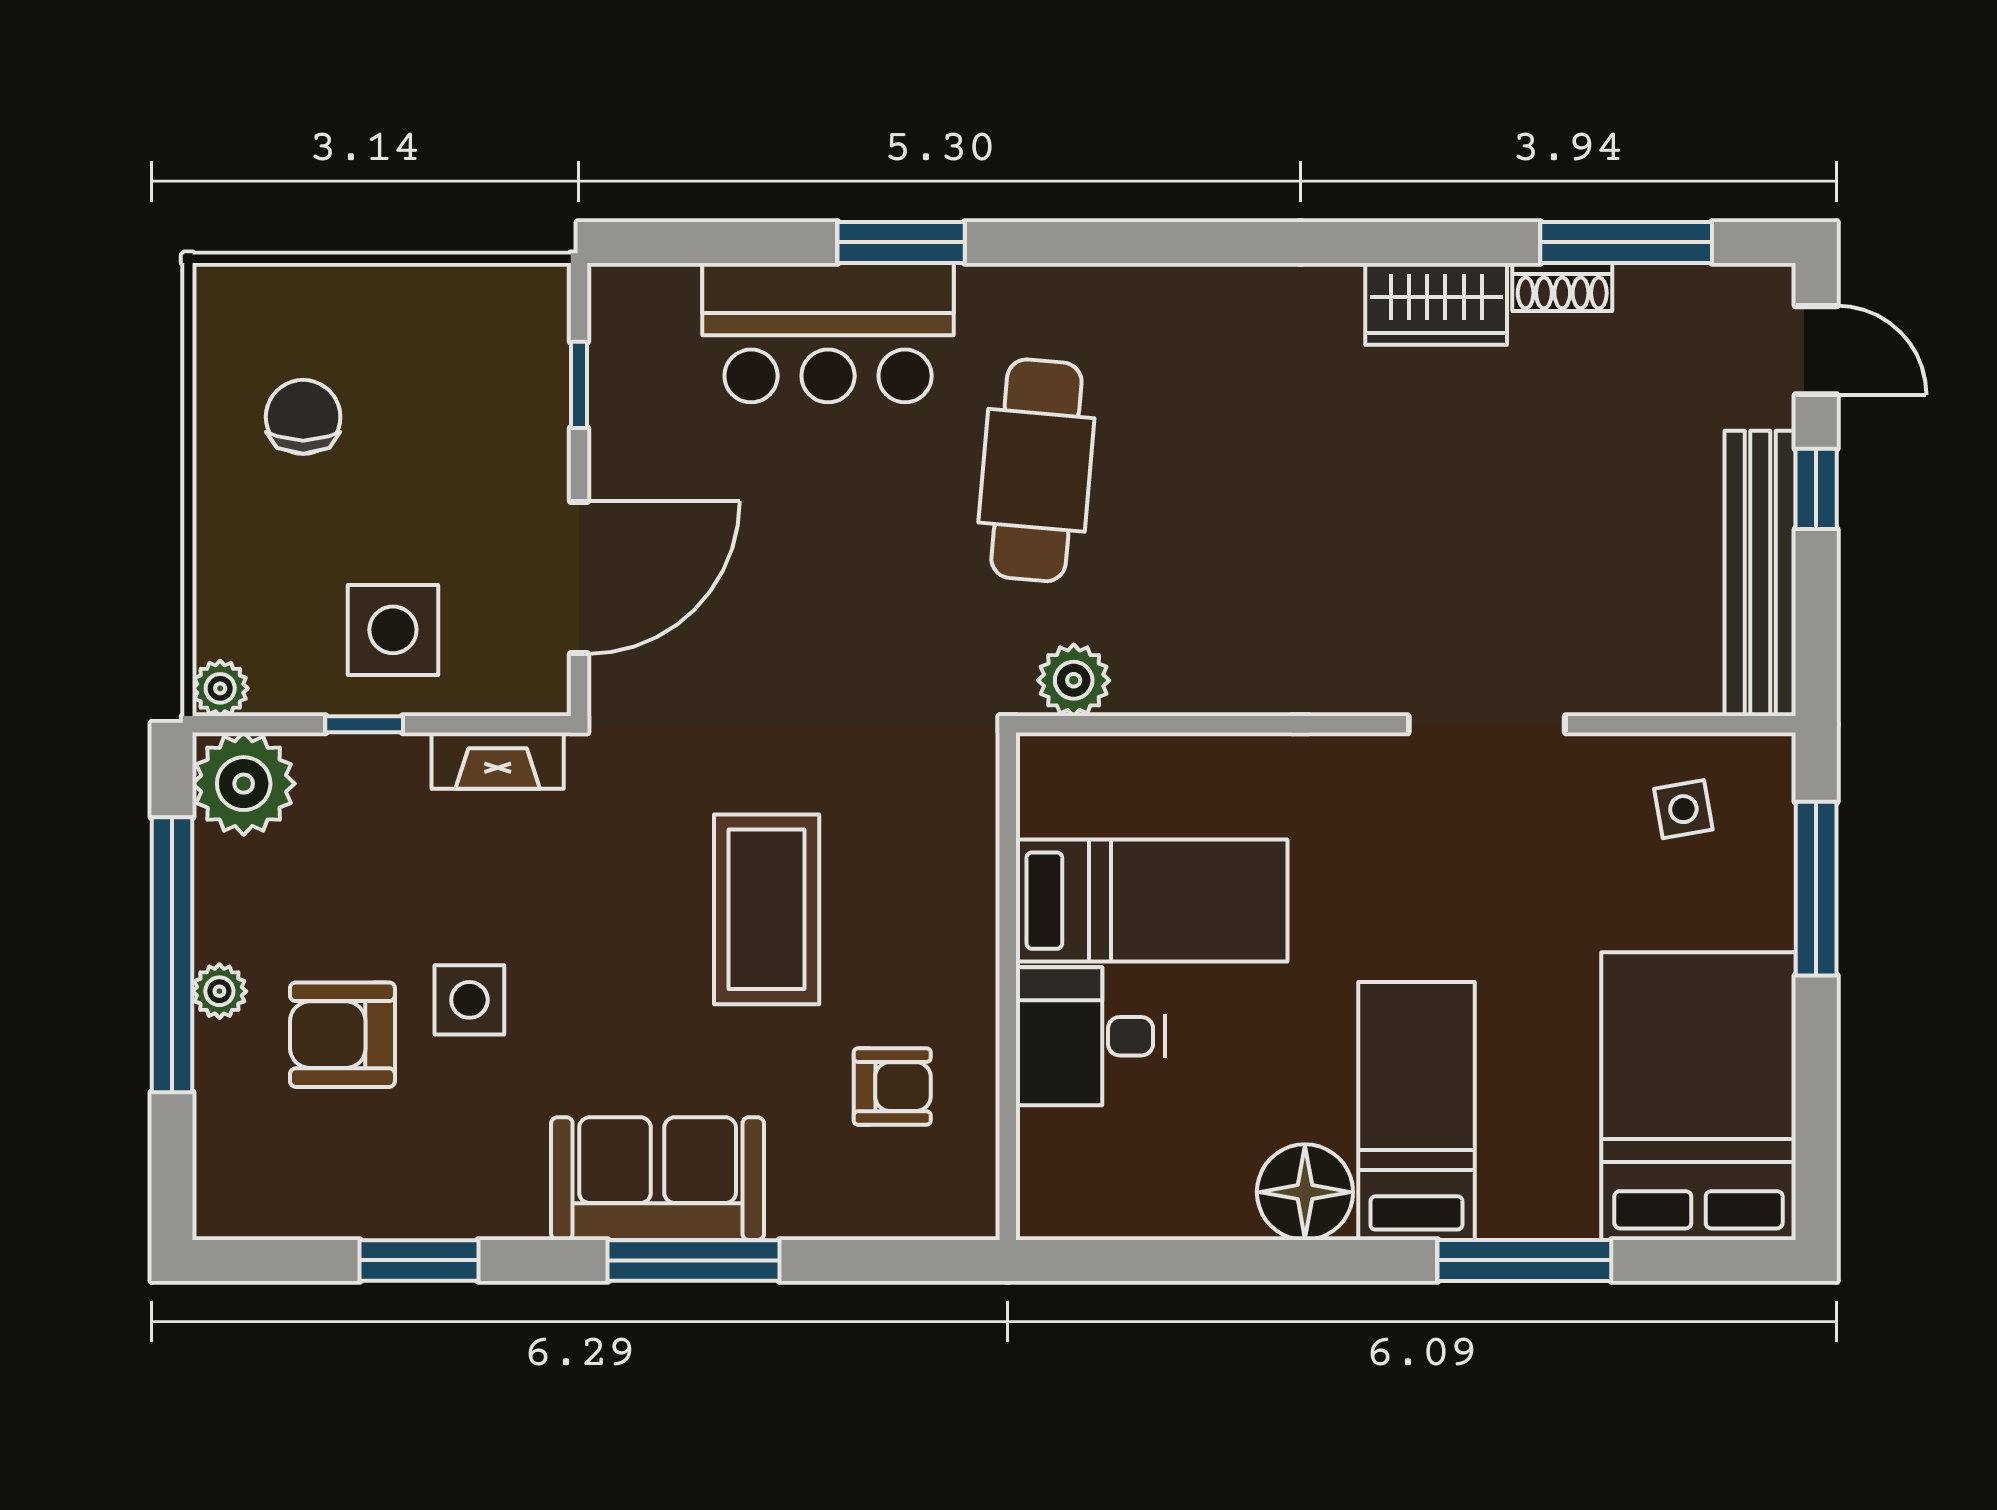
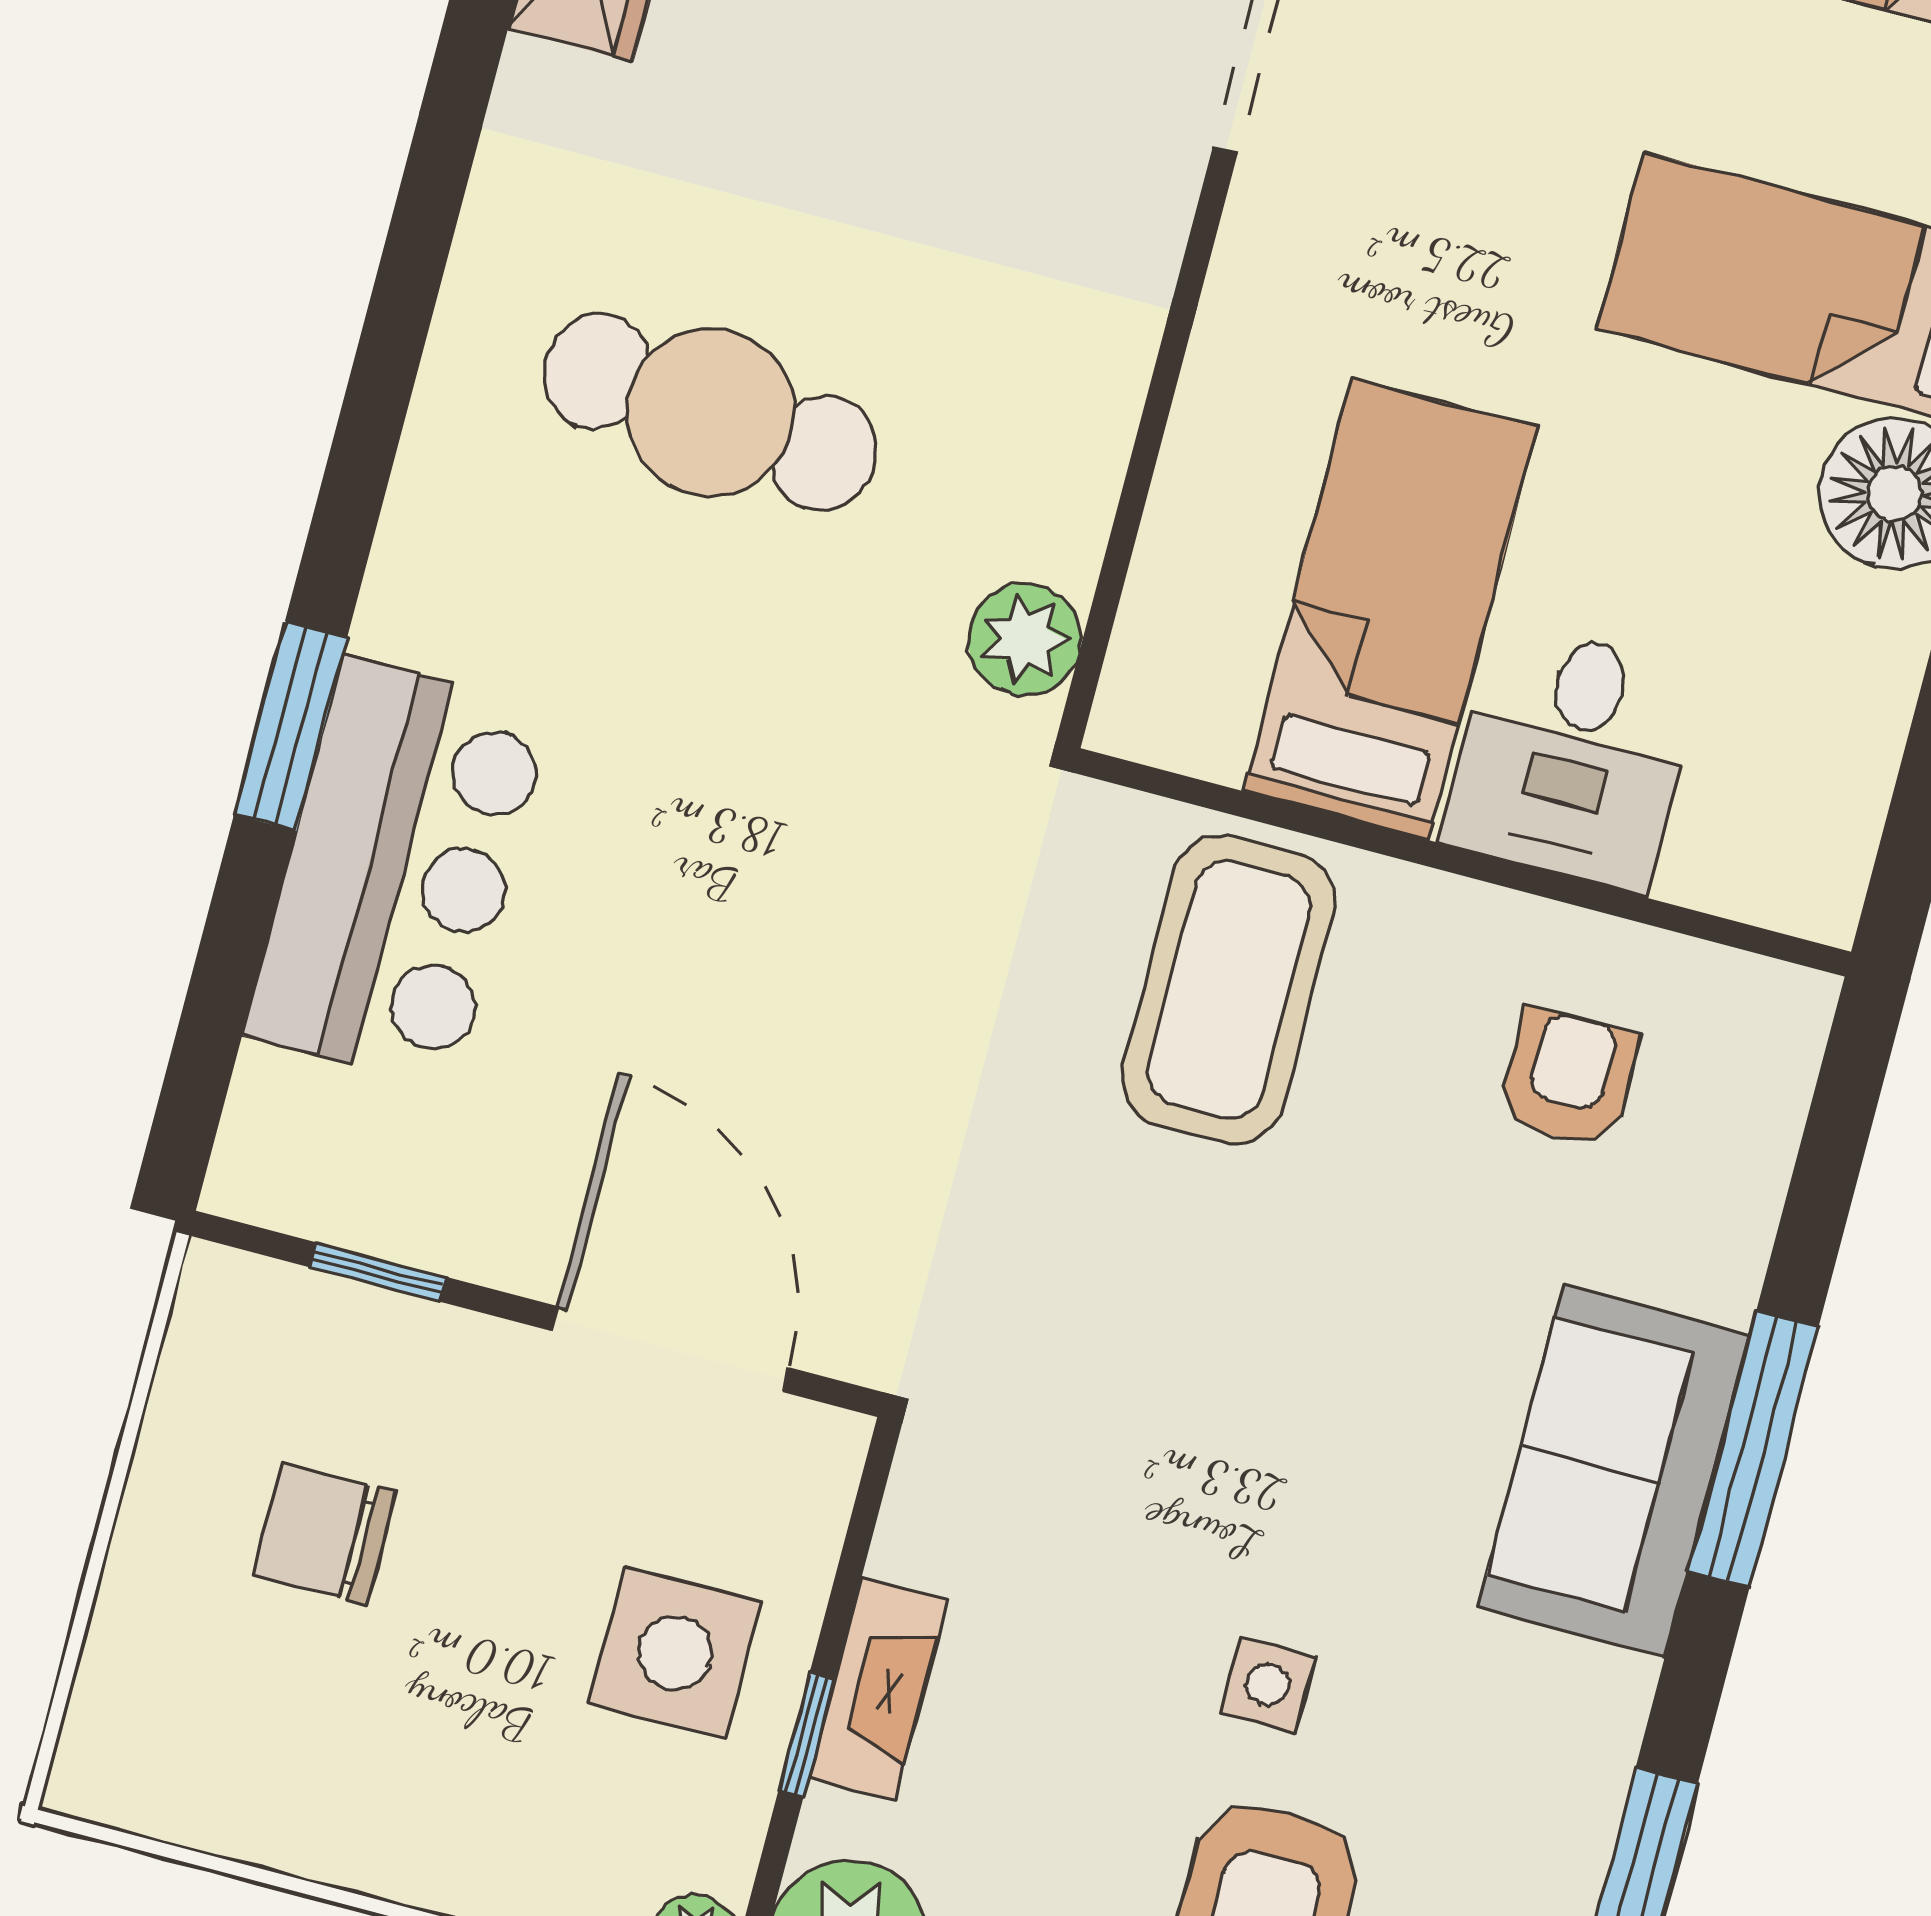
chair: (303, 417) -> (324, 1533), moved
cafe table: (1036, 470) -> (710, 412), moved
fireplace: (498, 761) -> (878, 1688), moved
coffee table: (767, 909) -> (1229, 989), moved, turned 90
side table: (469, 1000) -> (1267, 1685), width x0.73, depth x0.73

